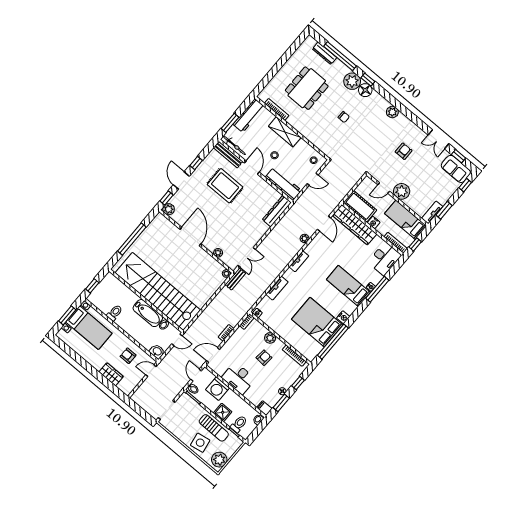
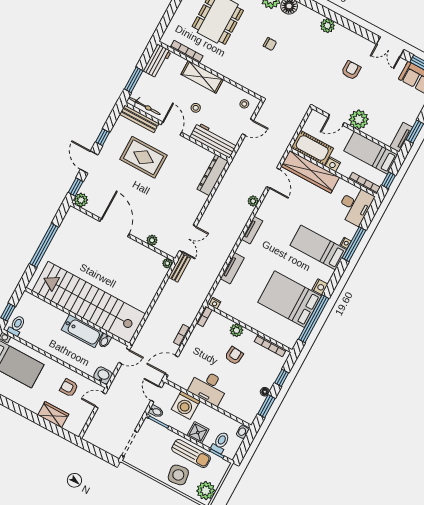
workbench: (249, 115) -> (157, 61), width x0.73
toilet: (115, 313) -> (17, 326), moved
filing cabinet: (264, 408) -> (247, 417), removed

